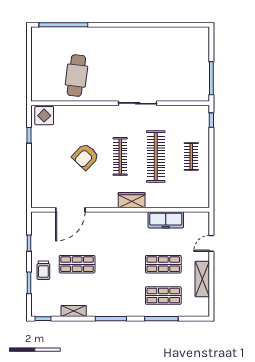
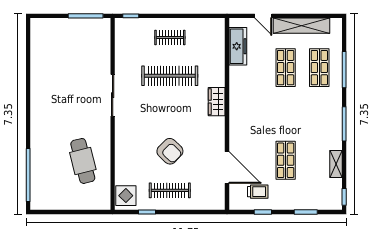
cafe table: (76, 76) -> (83, 161), turned 69
clothes rail: (120, 156) -> (170, 190), moved
freezer: (166, 220) -> (238, 46), moved
trolley: (43, 270) -> (258, 192), moved
shelving: (202, 279) -> (301, 26), width x1.47

